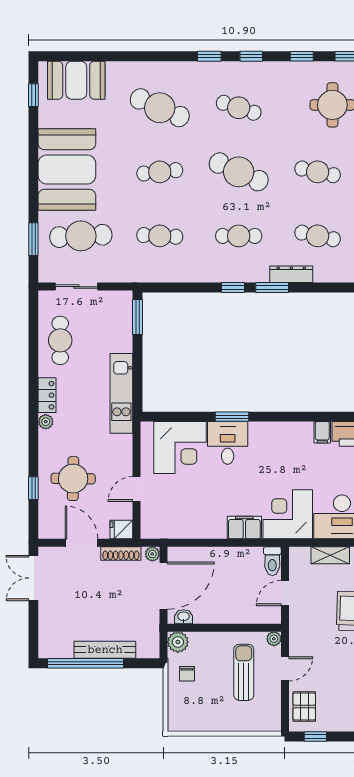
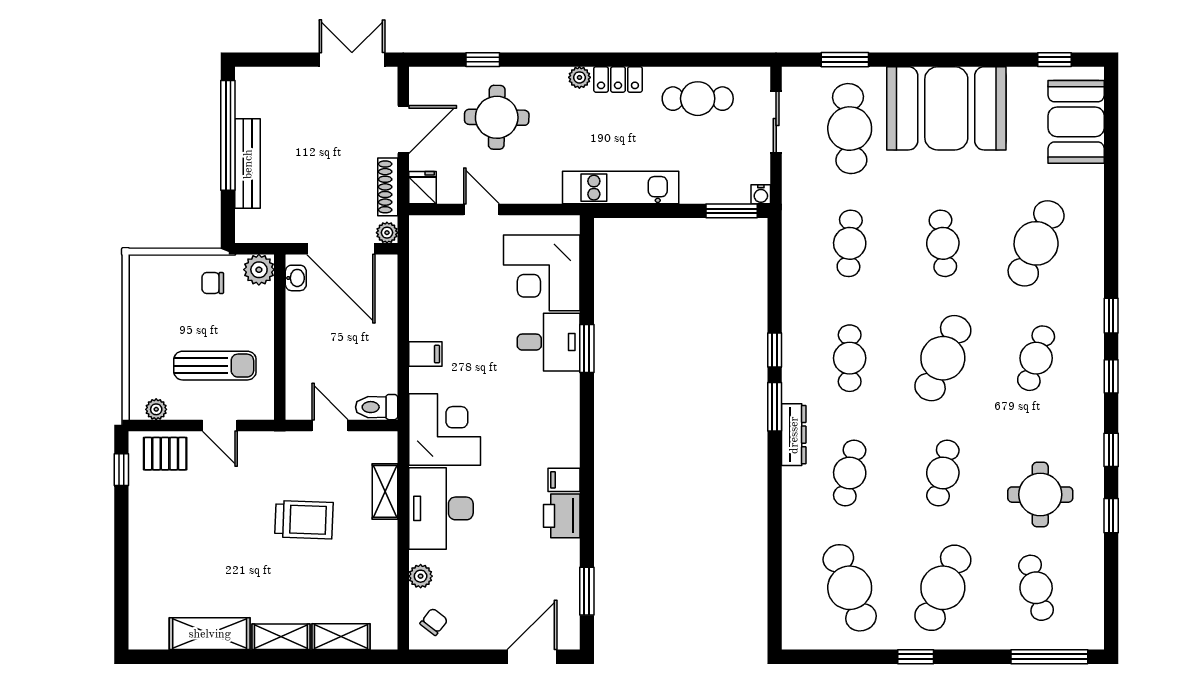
water cooler: (126, 297) -> (761, 194), added
filing cabinet: (244, 528) -> (425, 354), width x0.50
plant: (274, 639) -> (156, 409), moved

